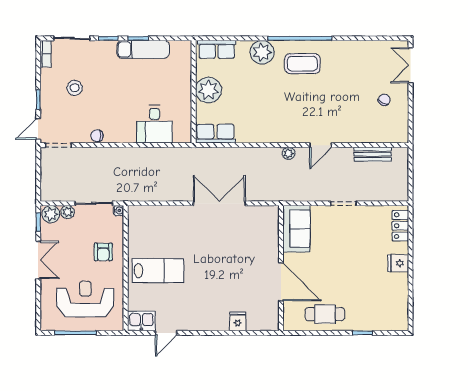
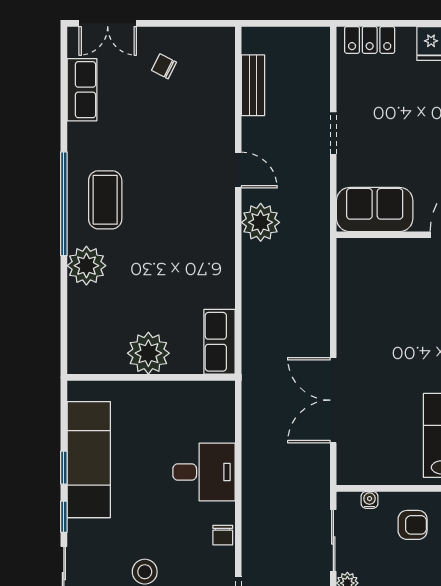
exam couch: (143, 49) -> (89, 460), width x1.36, depth x1.45
row of seats: (217, 49) -> (82, 90), moved
desk: (154, 124) -> (204, 472), moved
plant: (289, 153) -> (261, 222), width x1.88, depth x1.88
double door: (219, 203) -> (333, 400), moved
water cooler: (119, 210) -> (370, 500), moved

